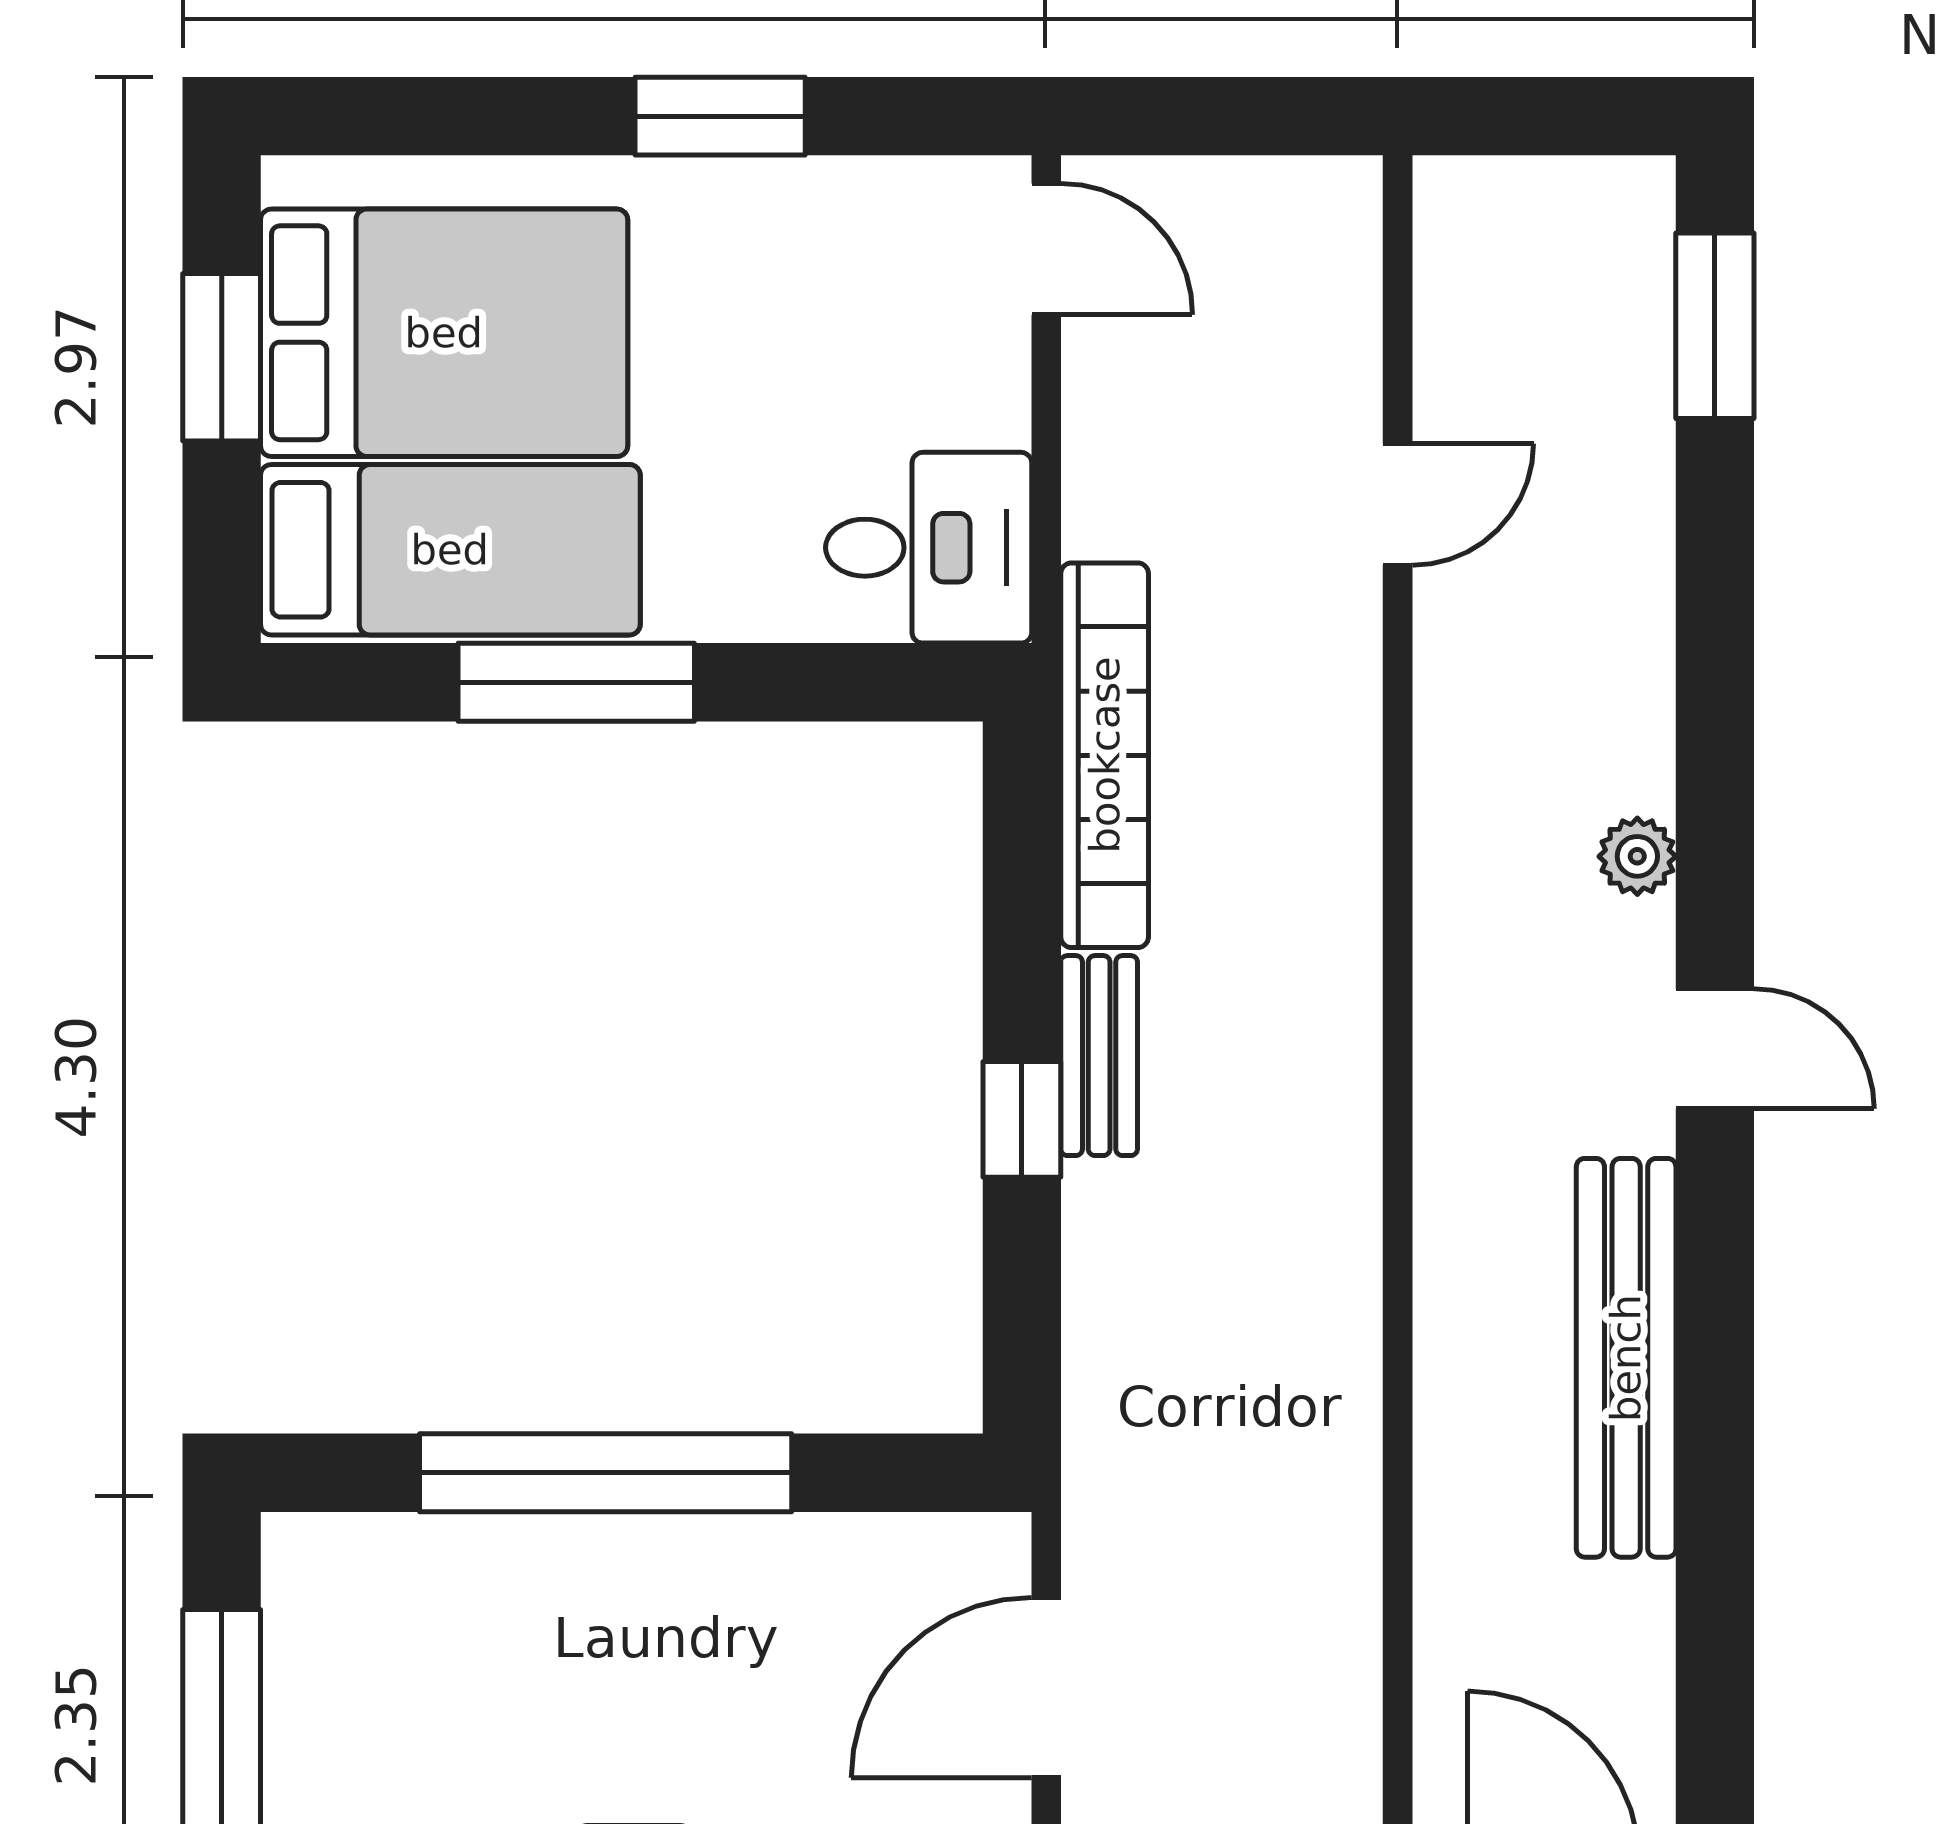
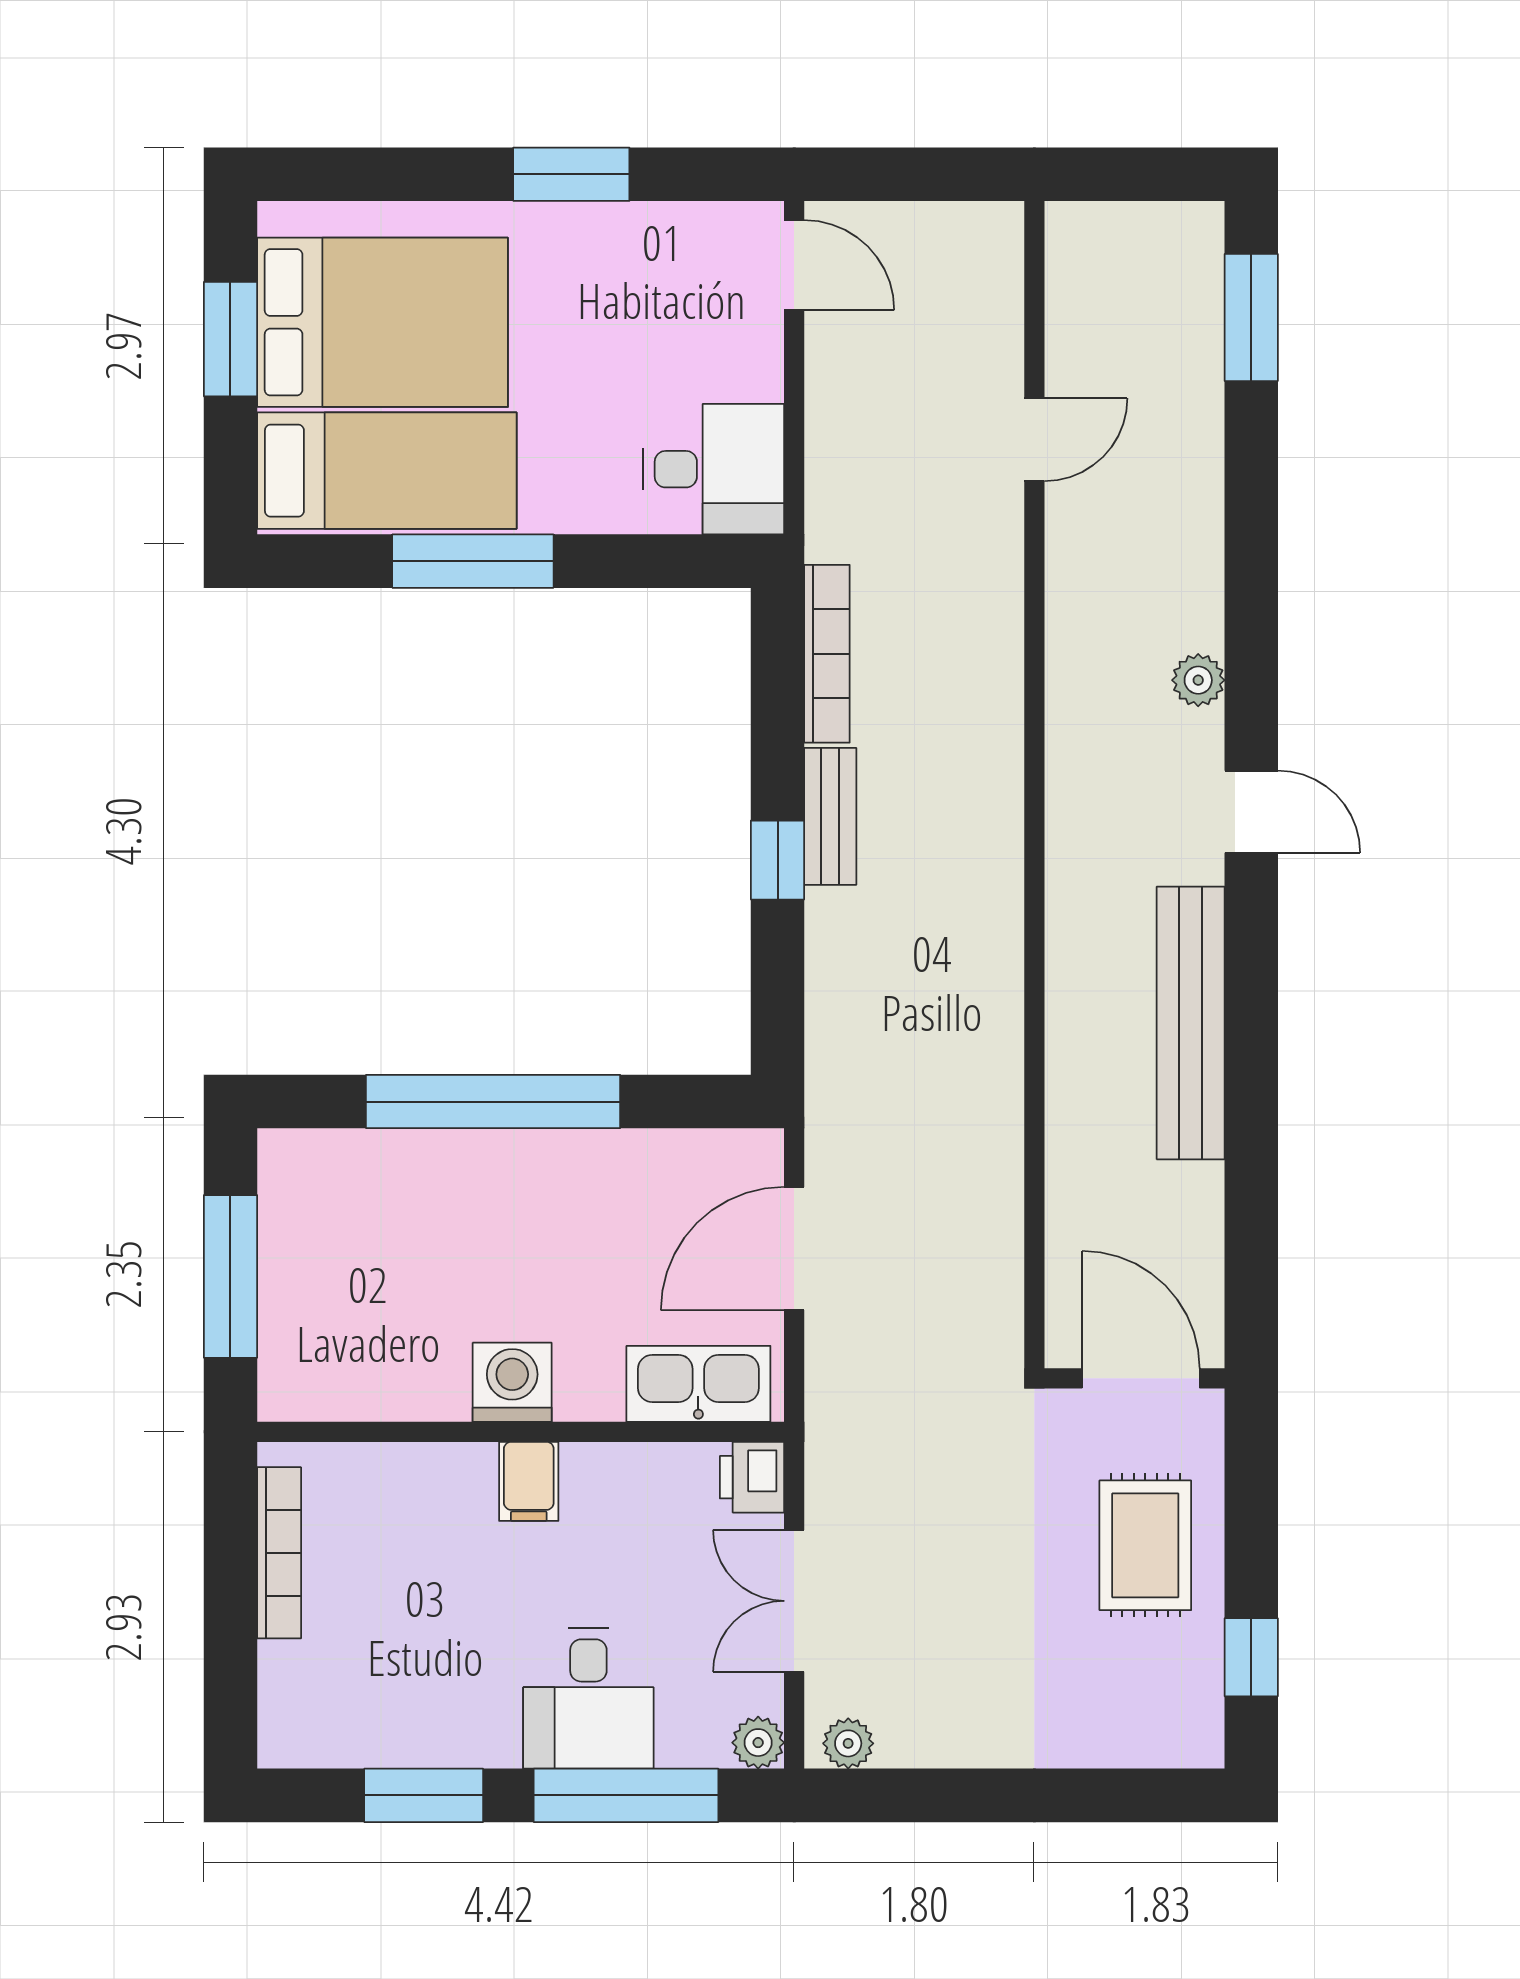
bookcase: (1105, 755) -> (827, 654), width x0.68, depth x0.76

